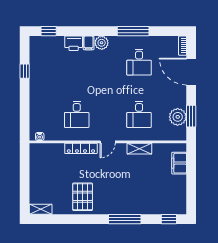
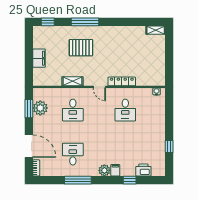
window: (49, 31) -> (130, 180), moved
printer: (74, 43) -> (143, 170), moved
desk: (77, 114) -> (125, 110), turned 180
desk: (139, 114) -> (73, 110), turned 180
door: (108, 142) -> (99, 87), swing flipped
filing cabinet: (179, 163) -> (39, 58), moved
pallet: (83, 197) -> (81, 48), moved, turned 90

